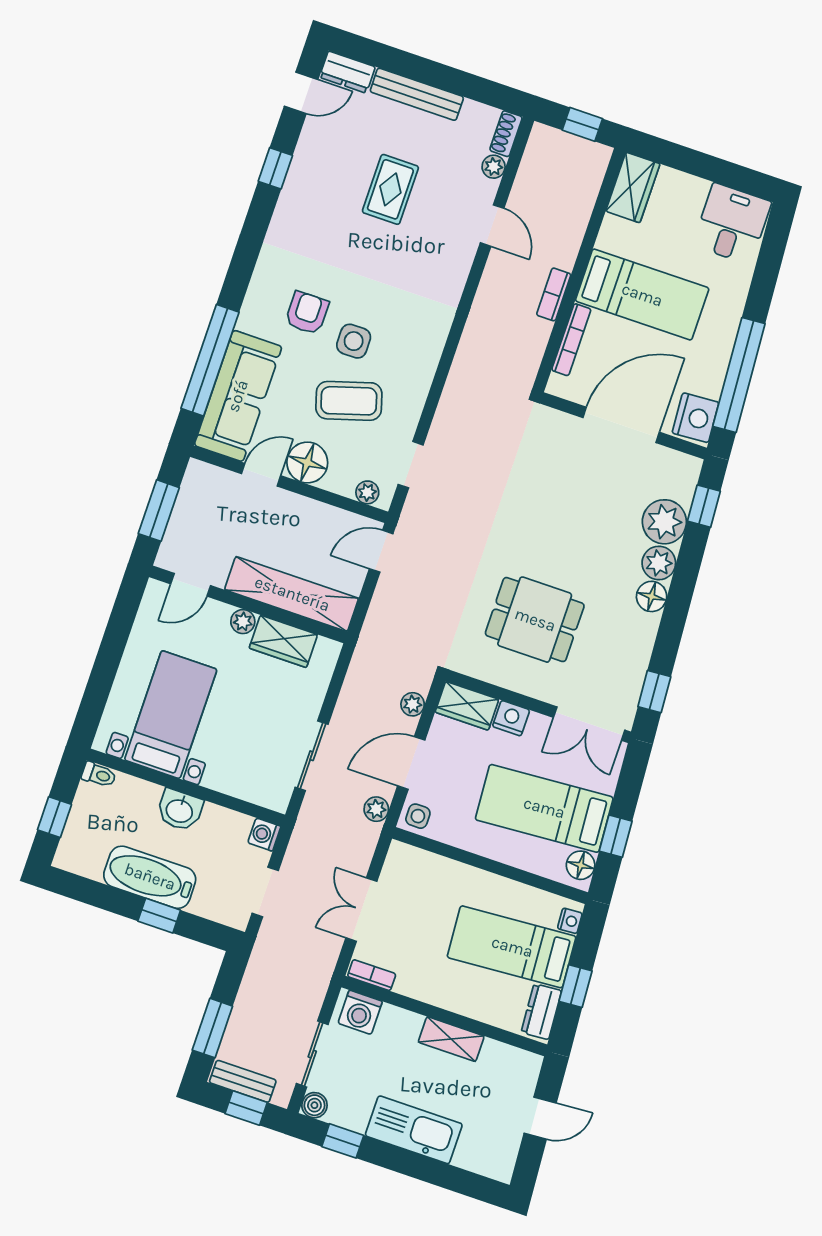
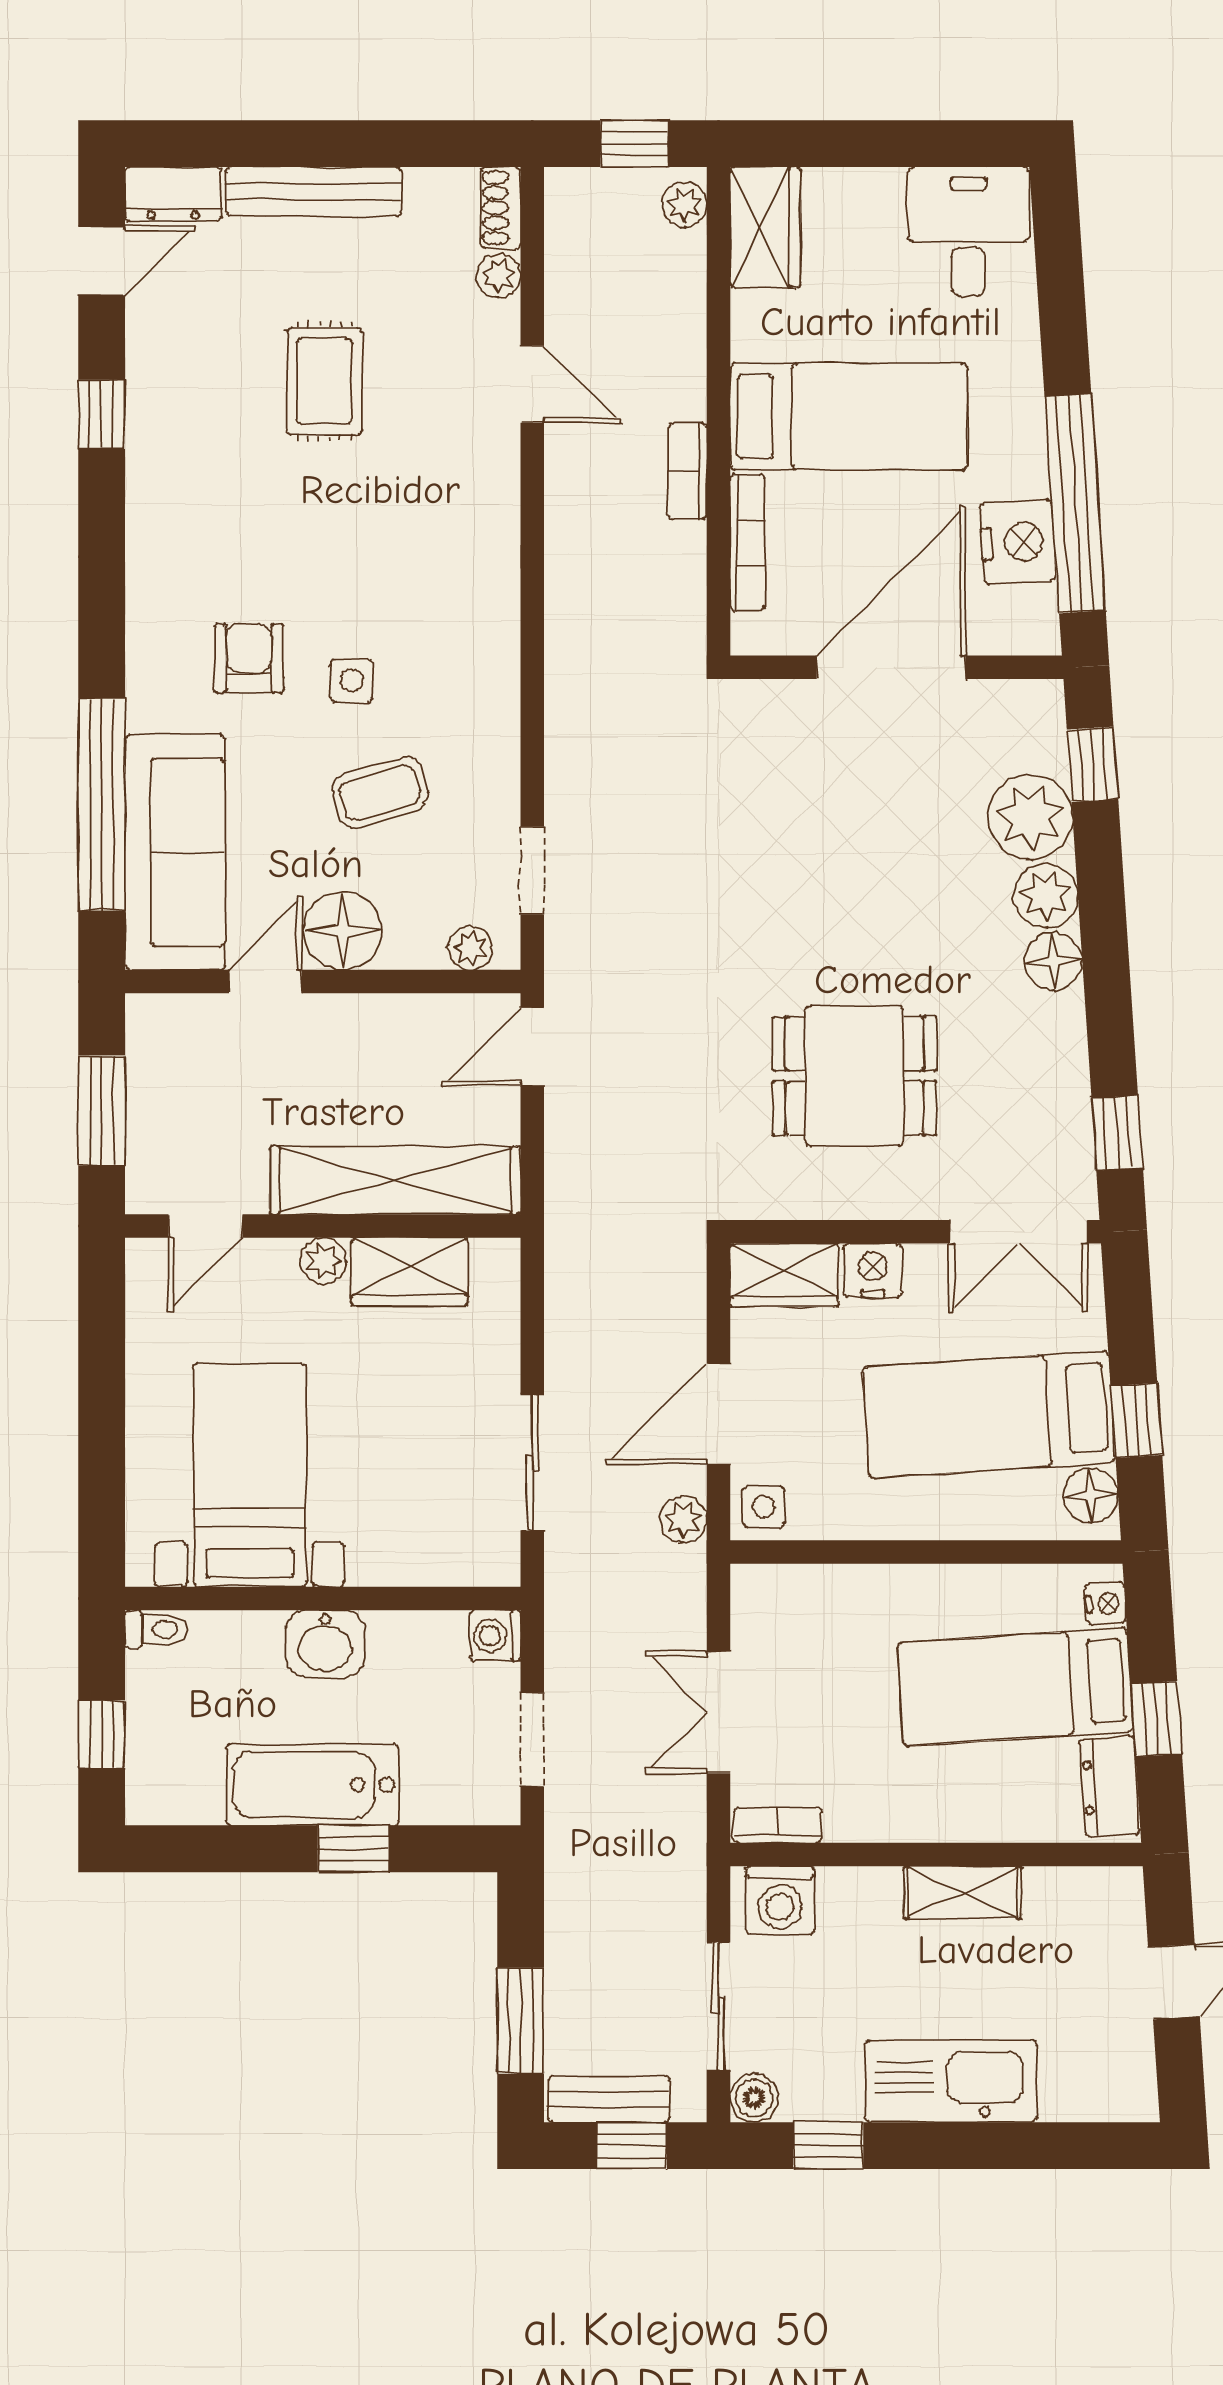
side table: (354, 341) -> (352, 681), width x0.73, depth x0.73
coffee table: (349, 401) -> (380, 793), width x0.73, depth x0.77
nightstand: (695, 418) -> (1018, 542), moved
plant: (413, 704) -> (684, 204), moved

